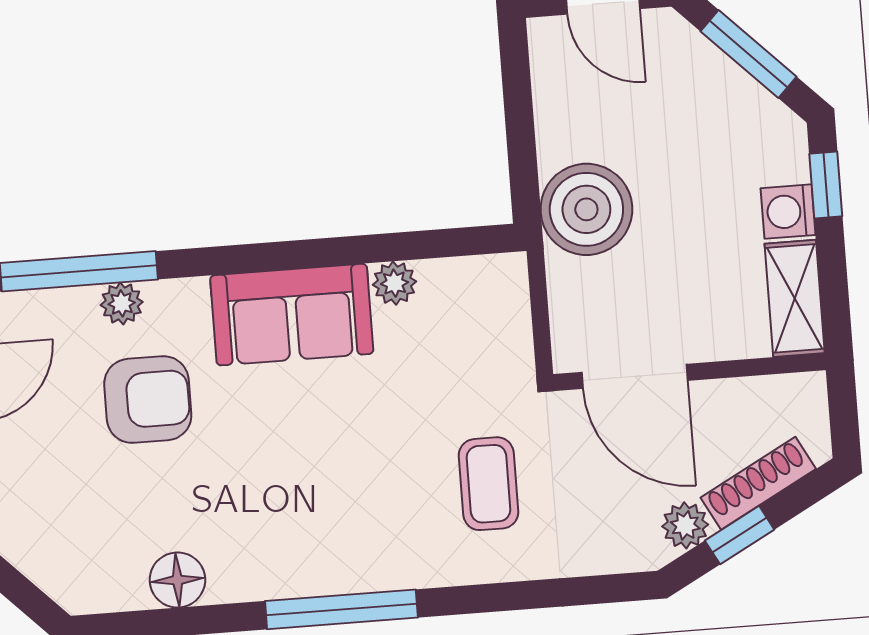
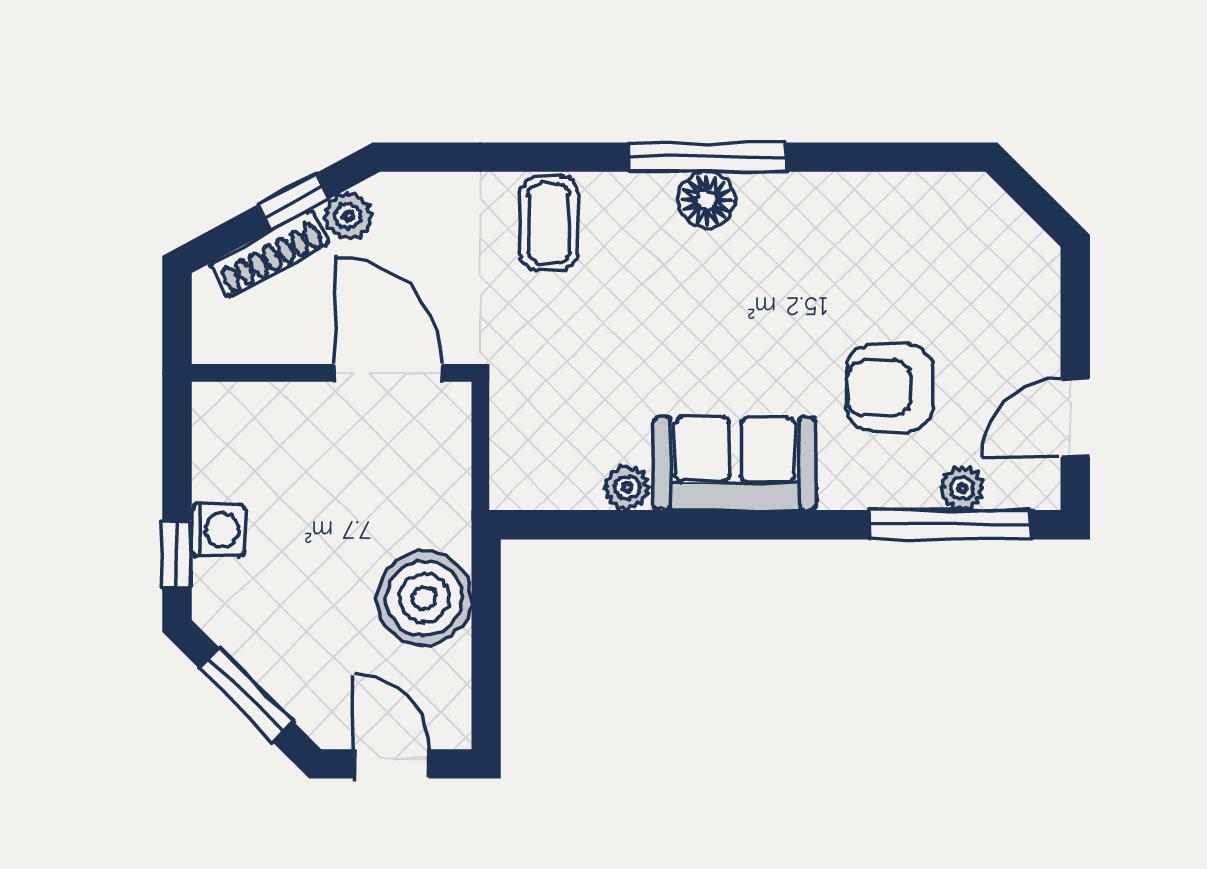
boiler: (586, 209) -> (424, 598), moved
shelving: (795, 298) -> (218, 440), removed
plant: (122, 303) -> (962, 488), moved
coffee table: (488, 484) -> (549, 224), moved
floor lamp: (177, 580) -> (707, 200), moved

